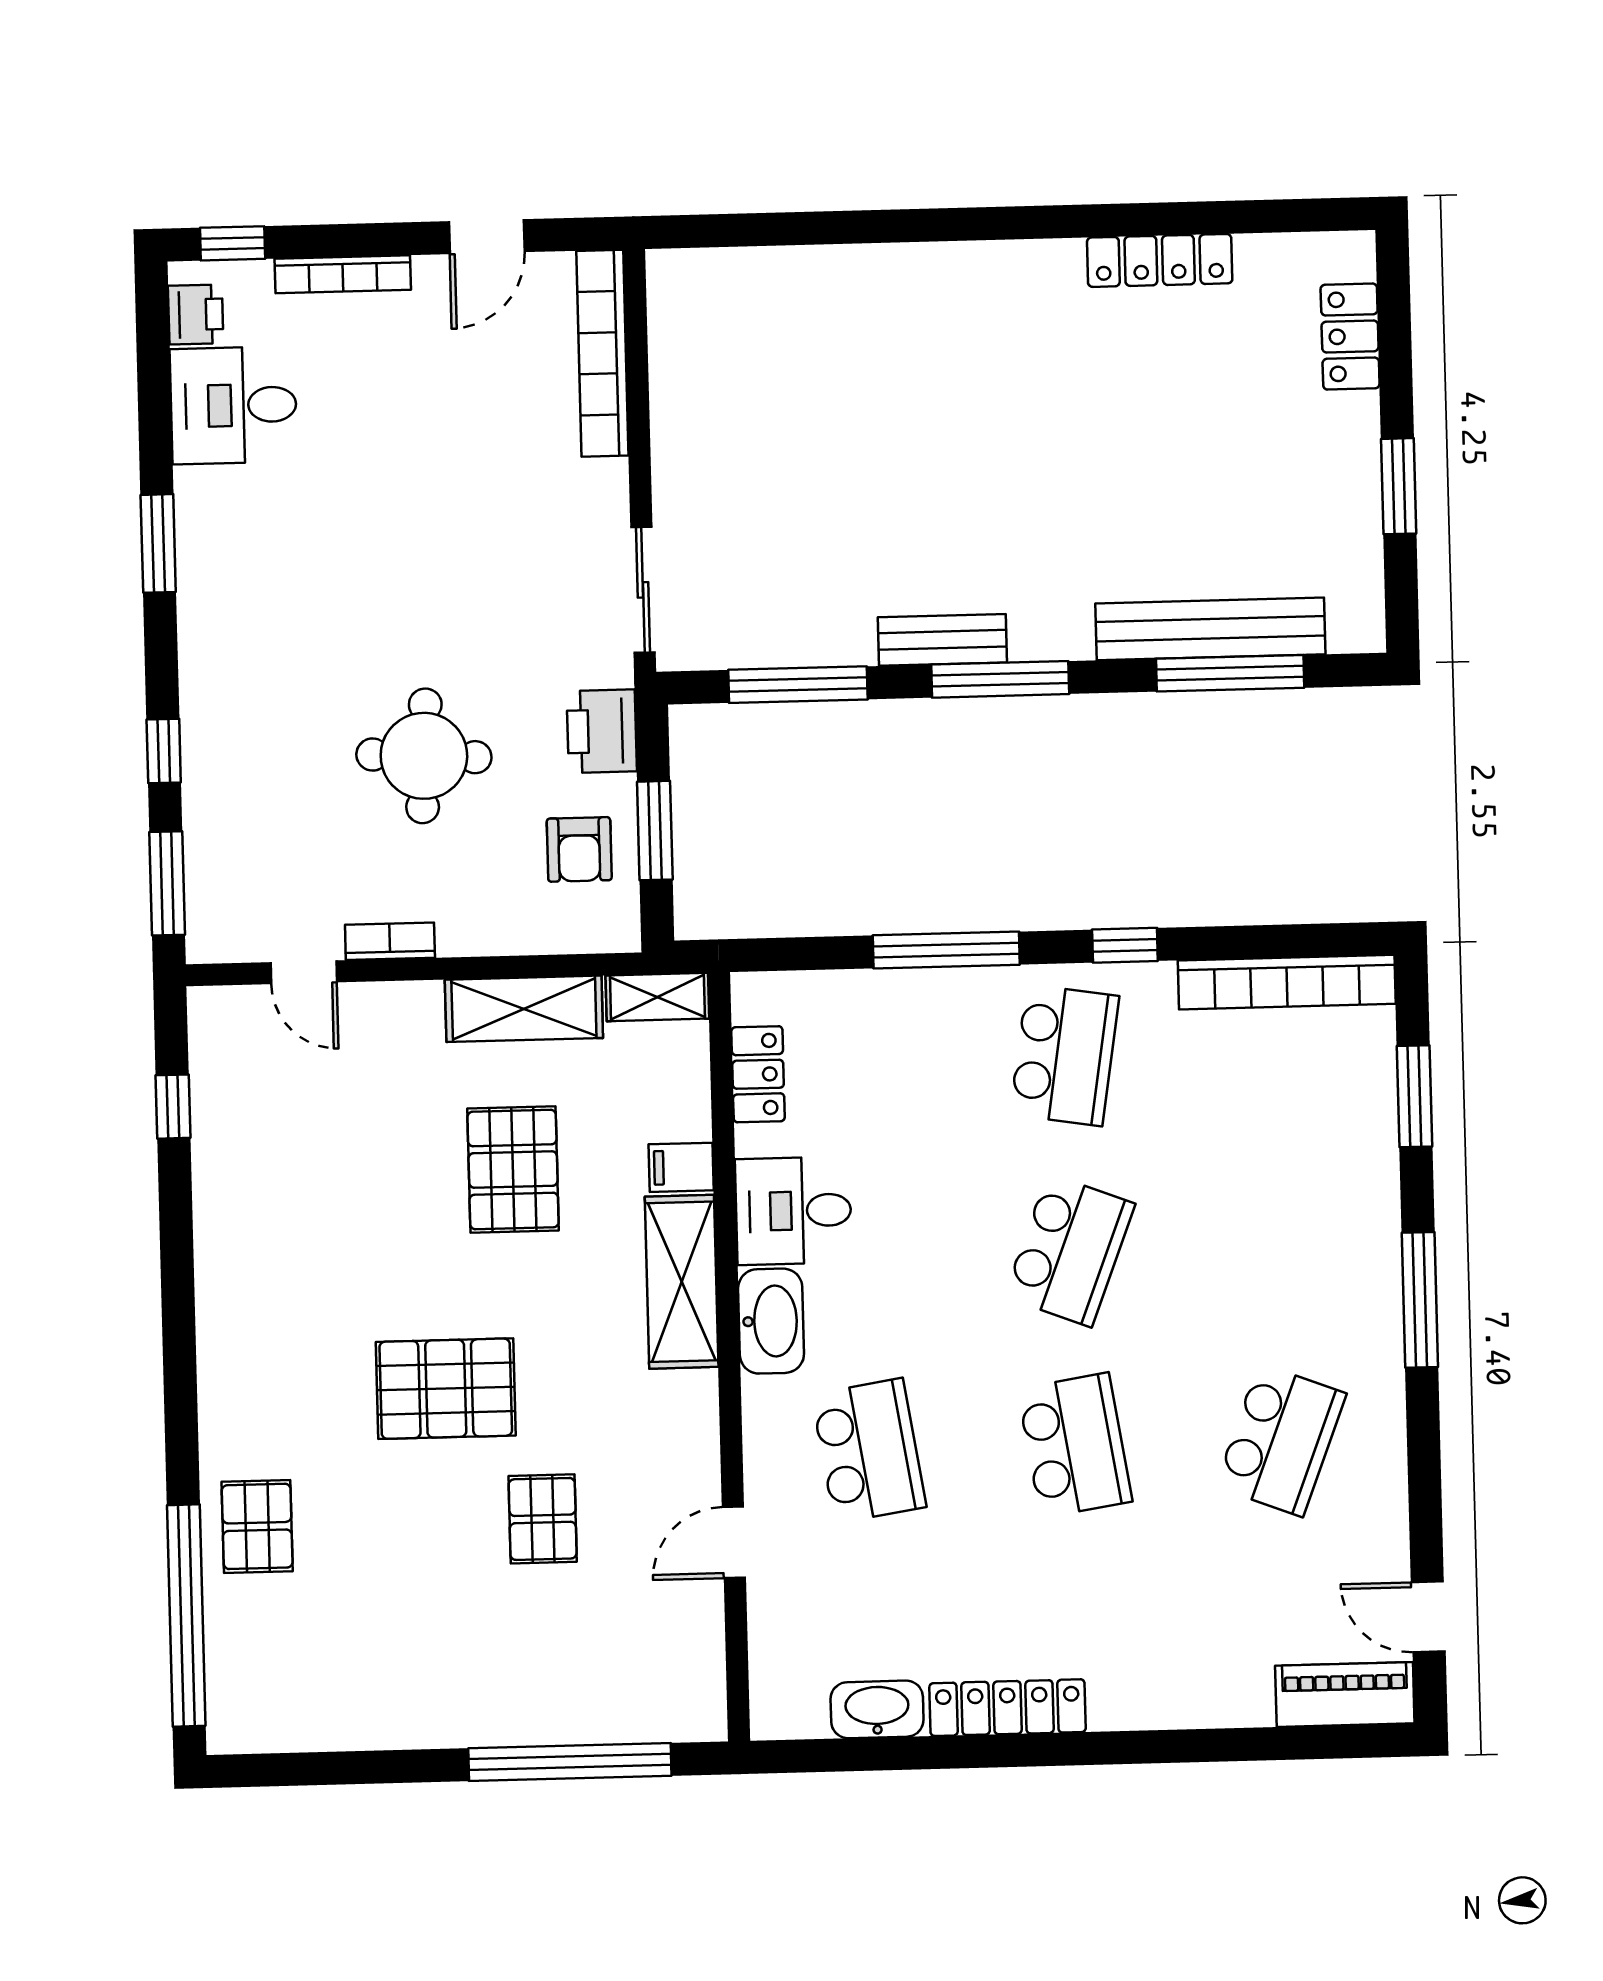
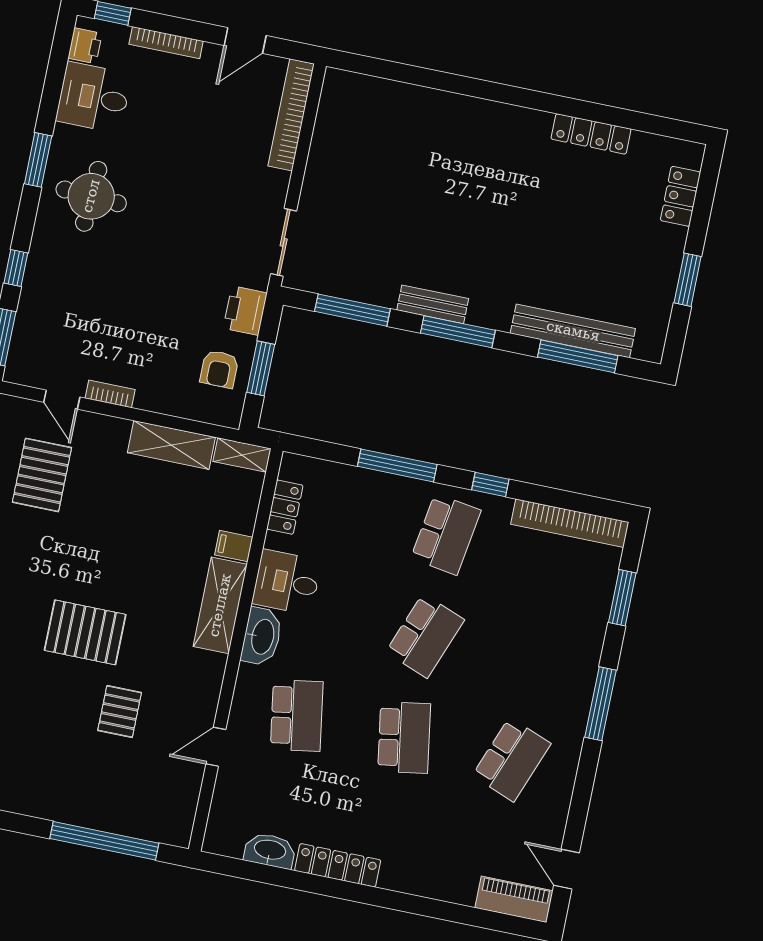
round table: (424, 756) -> (91, 196), moved
pallet: (513, 1169) -> (42, 475), moved

